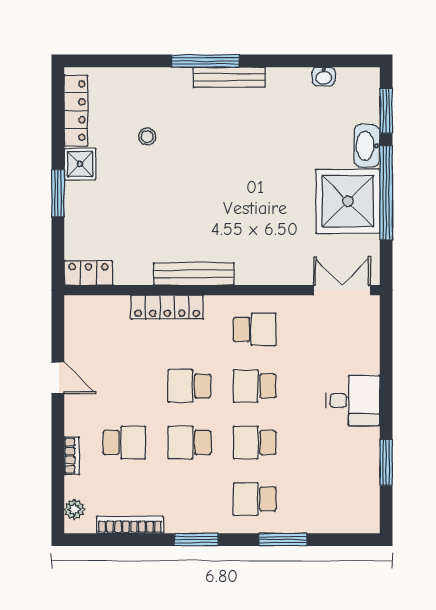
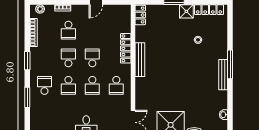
school desk: (255, 386) -> (92, 85), turned 180
school desk: (255, 442) -> (68, 85), turned 180

